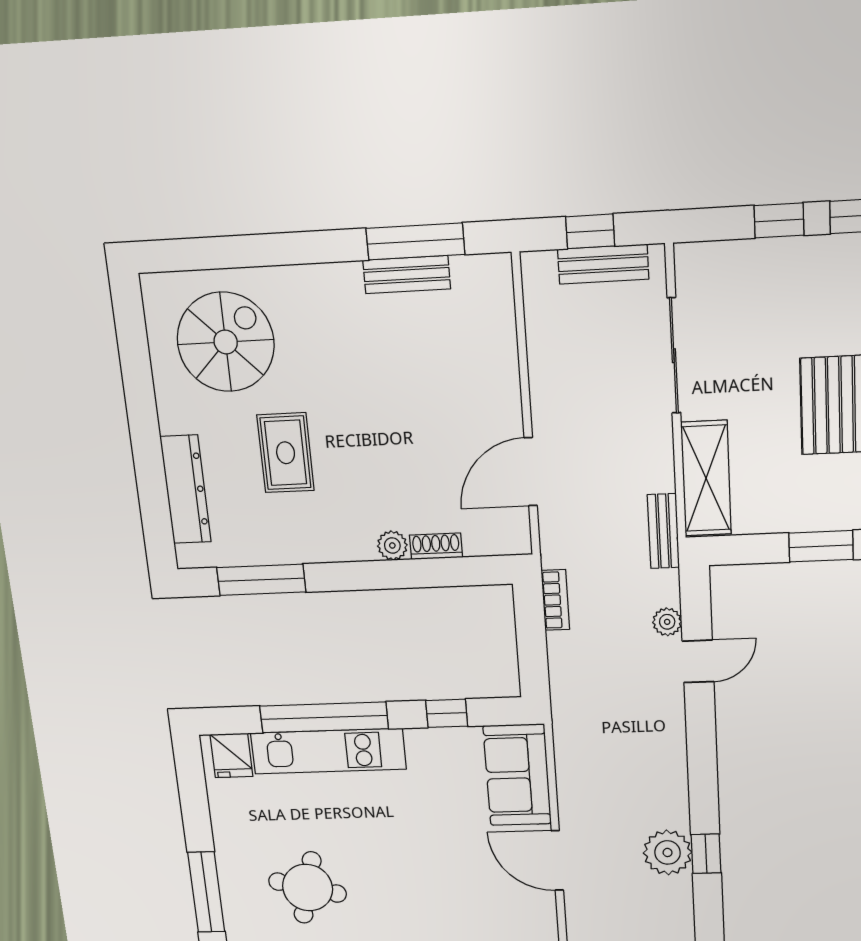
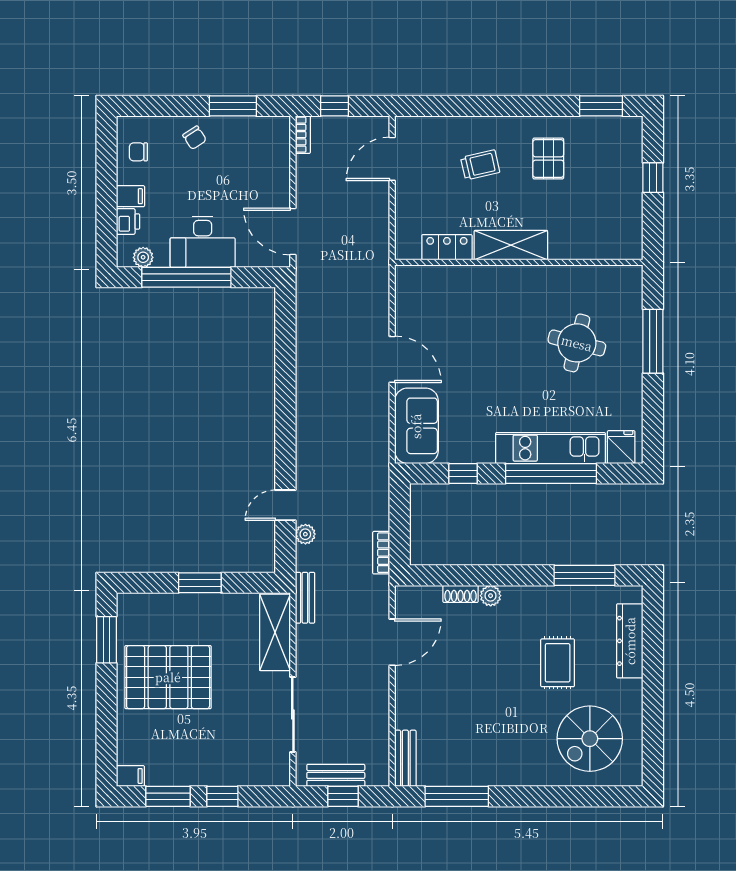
bench: (407, 275) -> (405, 758), moved, turned 90
plant: (668, 852) -> (313, 363), removed
window: (706, 854) -> (285, 362), removed

